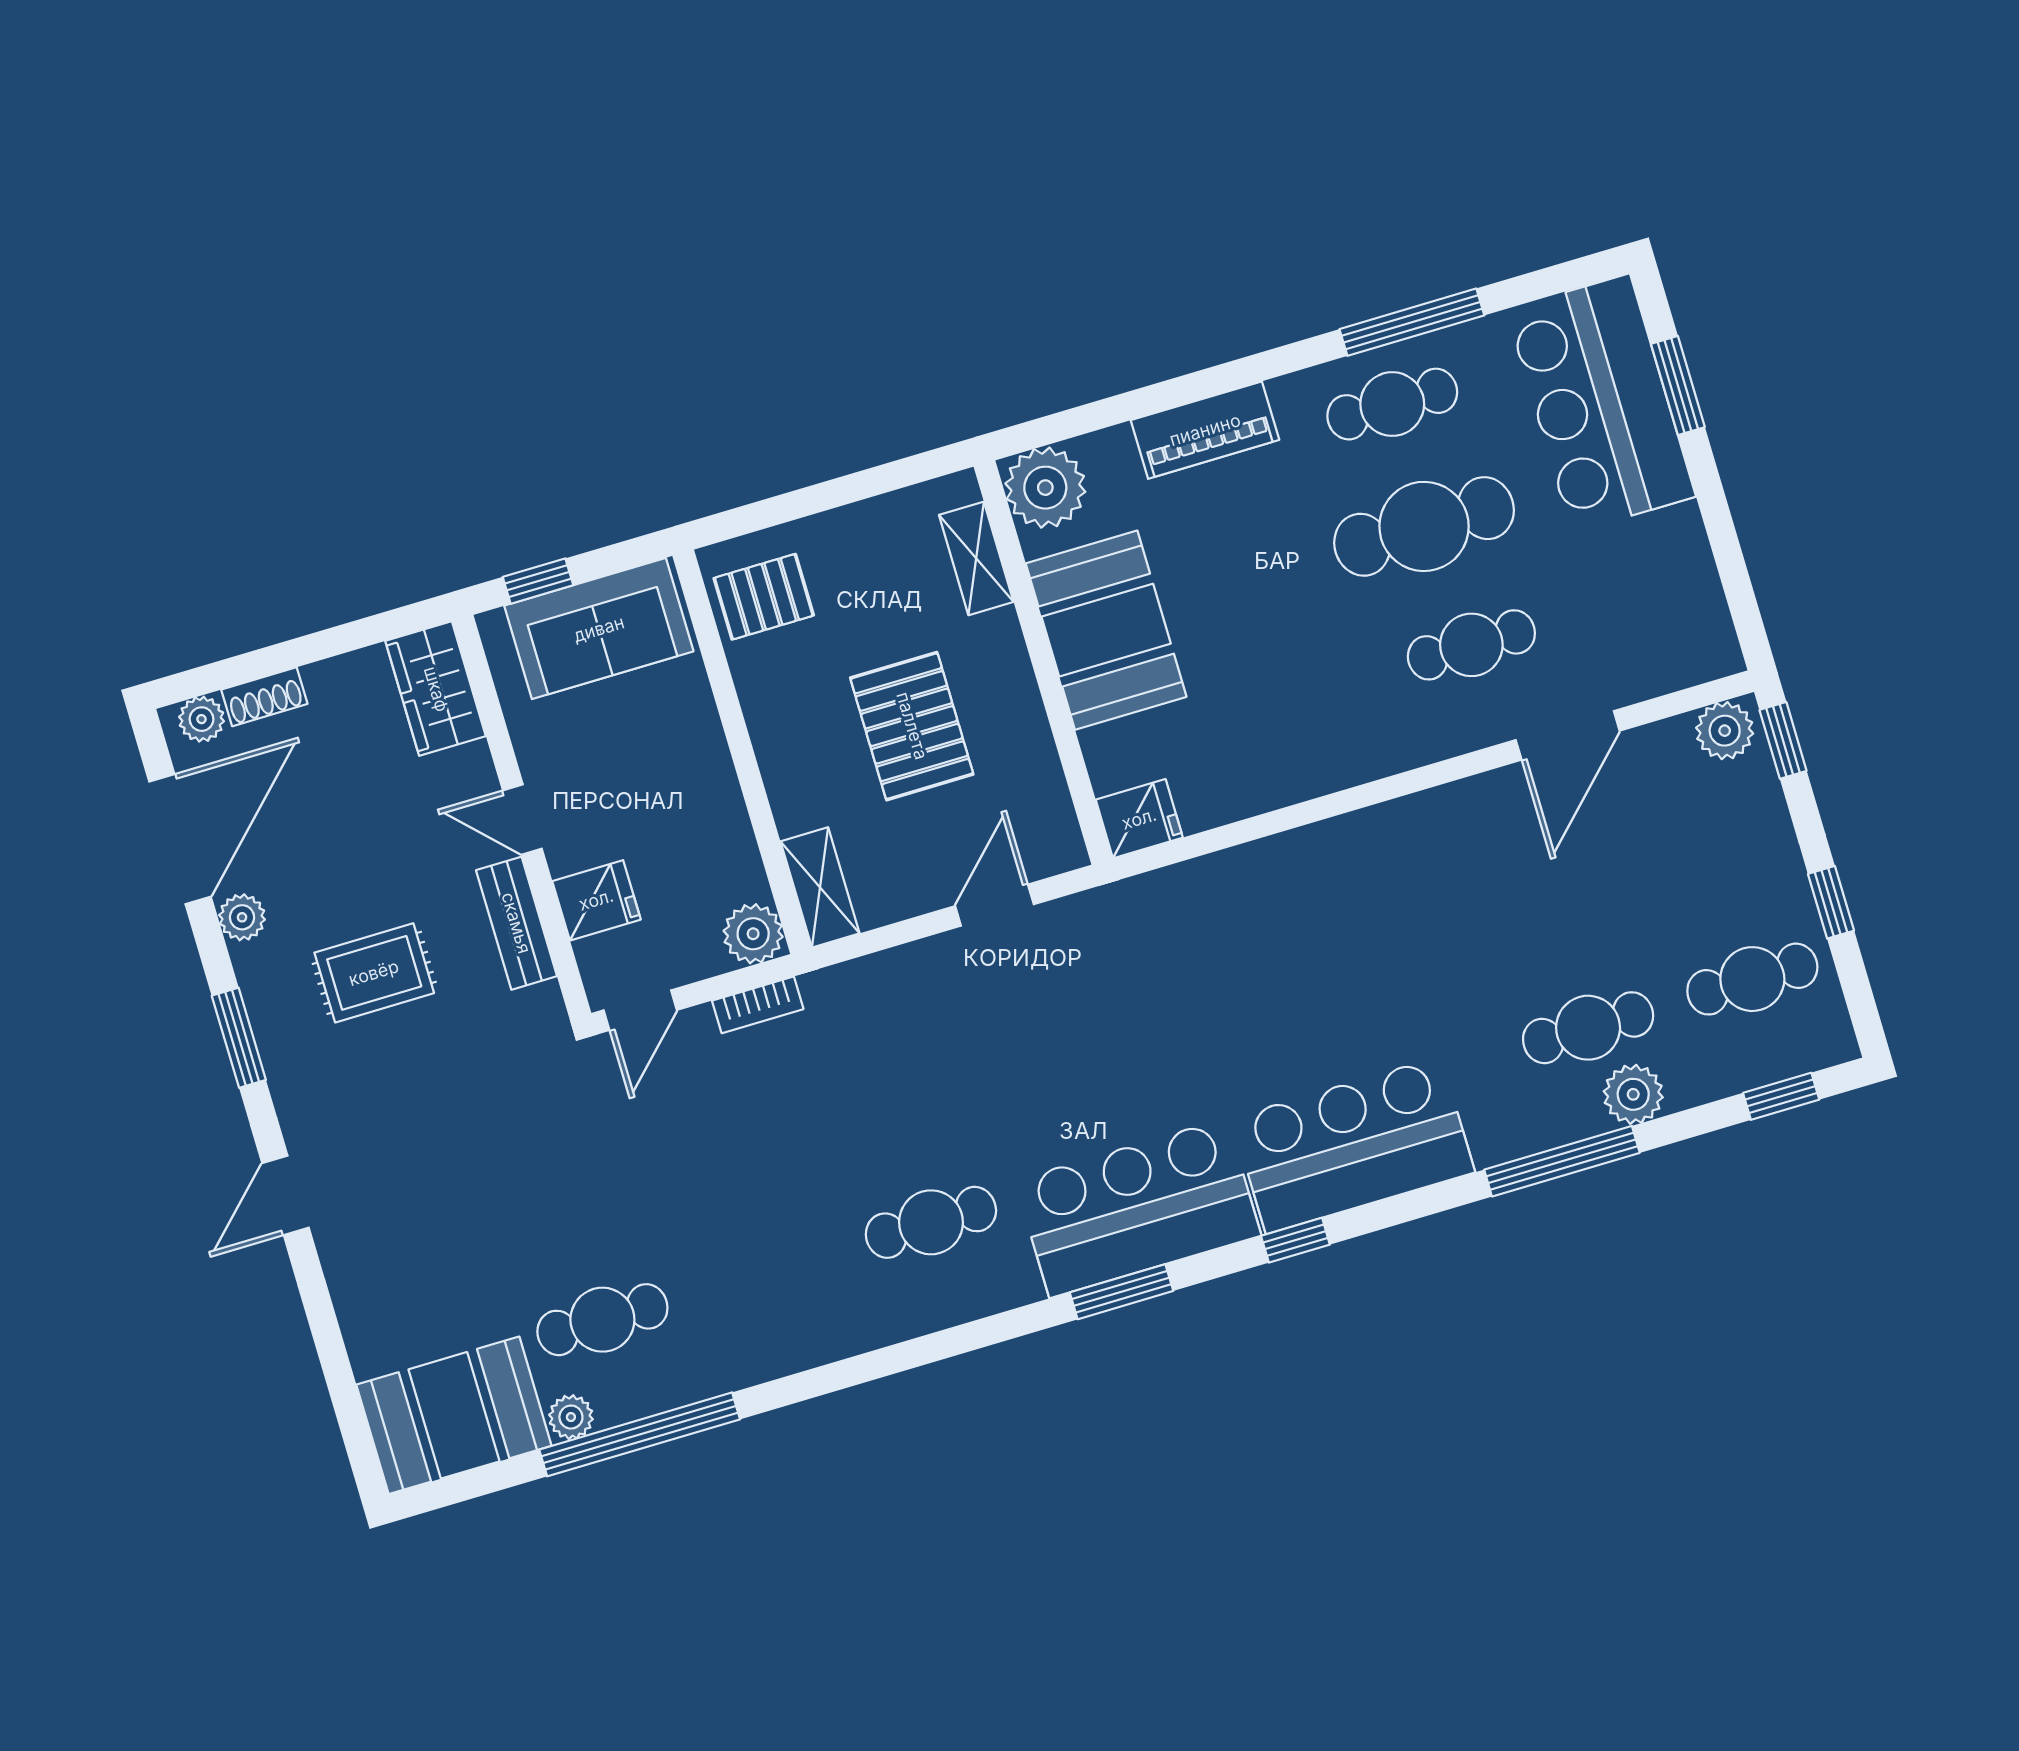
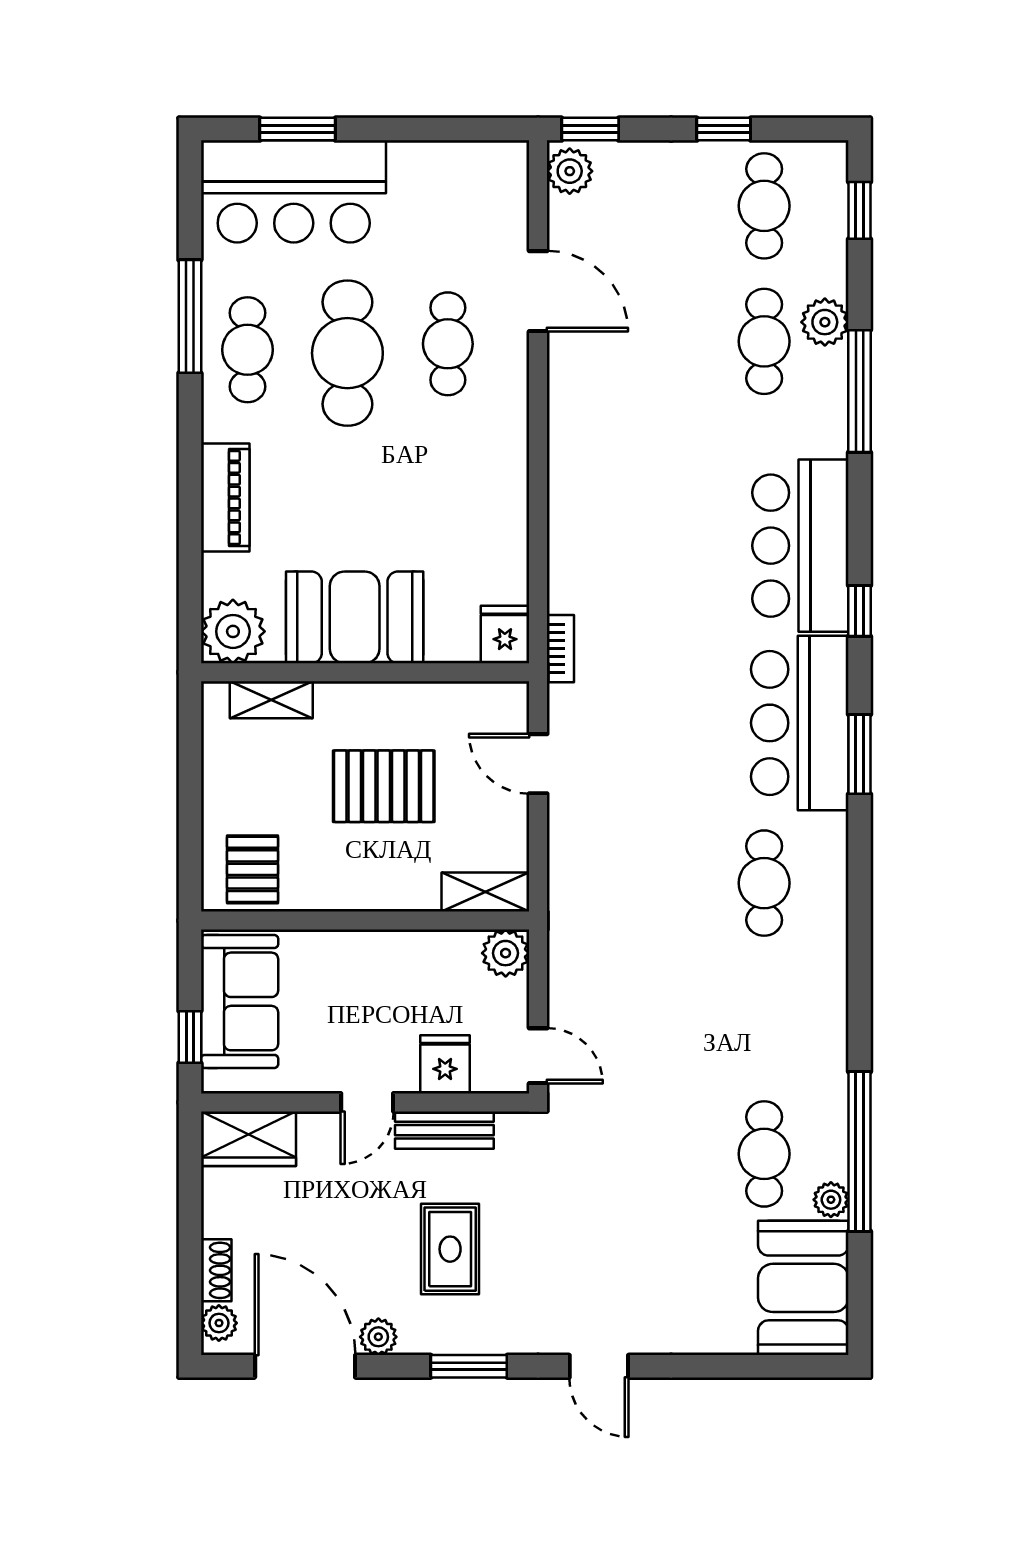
bookcase: (758, 1005) -> (560, 649), moved

